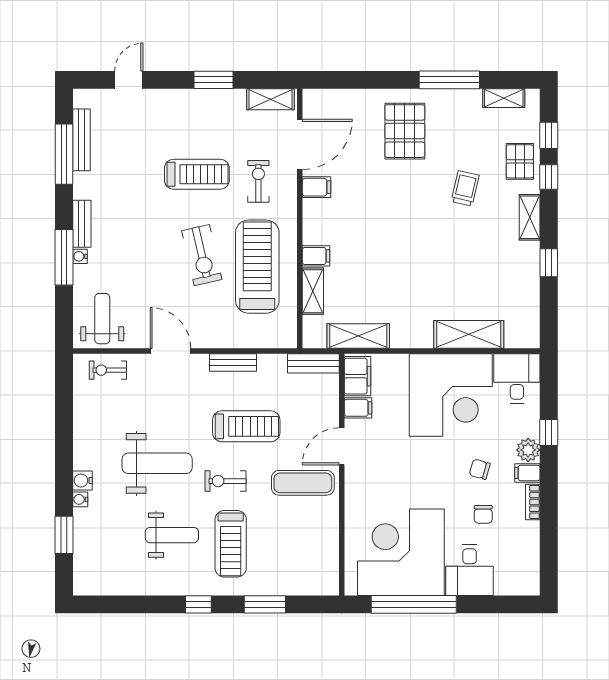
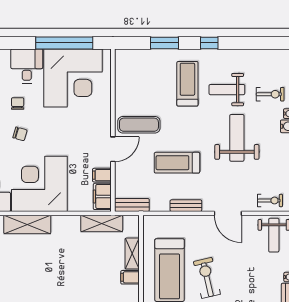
weight bench: (157, 463) -> (237, 138), turned 90
exercise bike: (225, 481) -> (270, 94), moved

